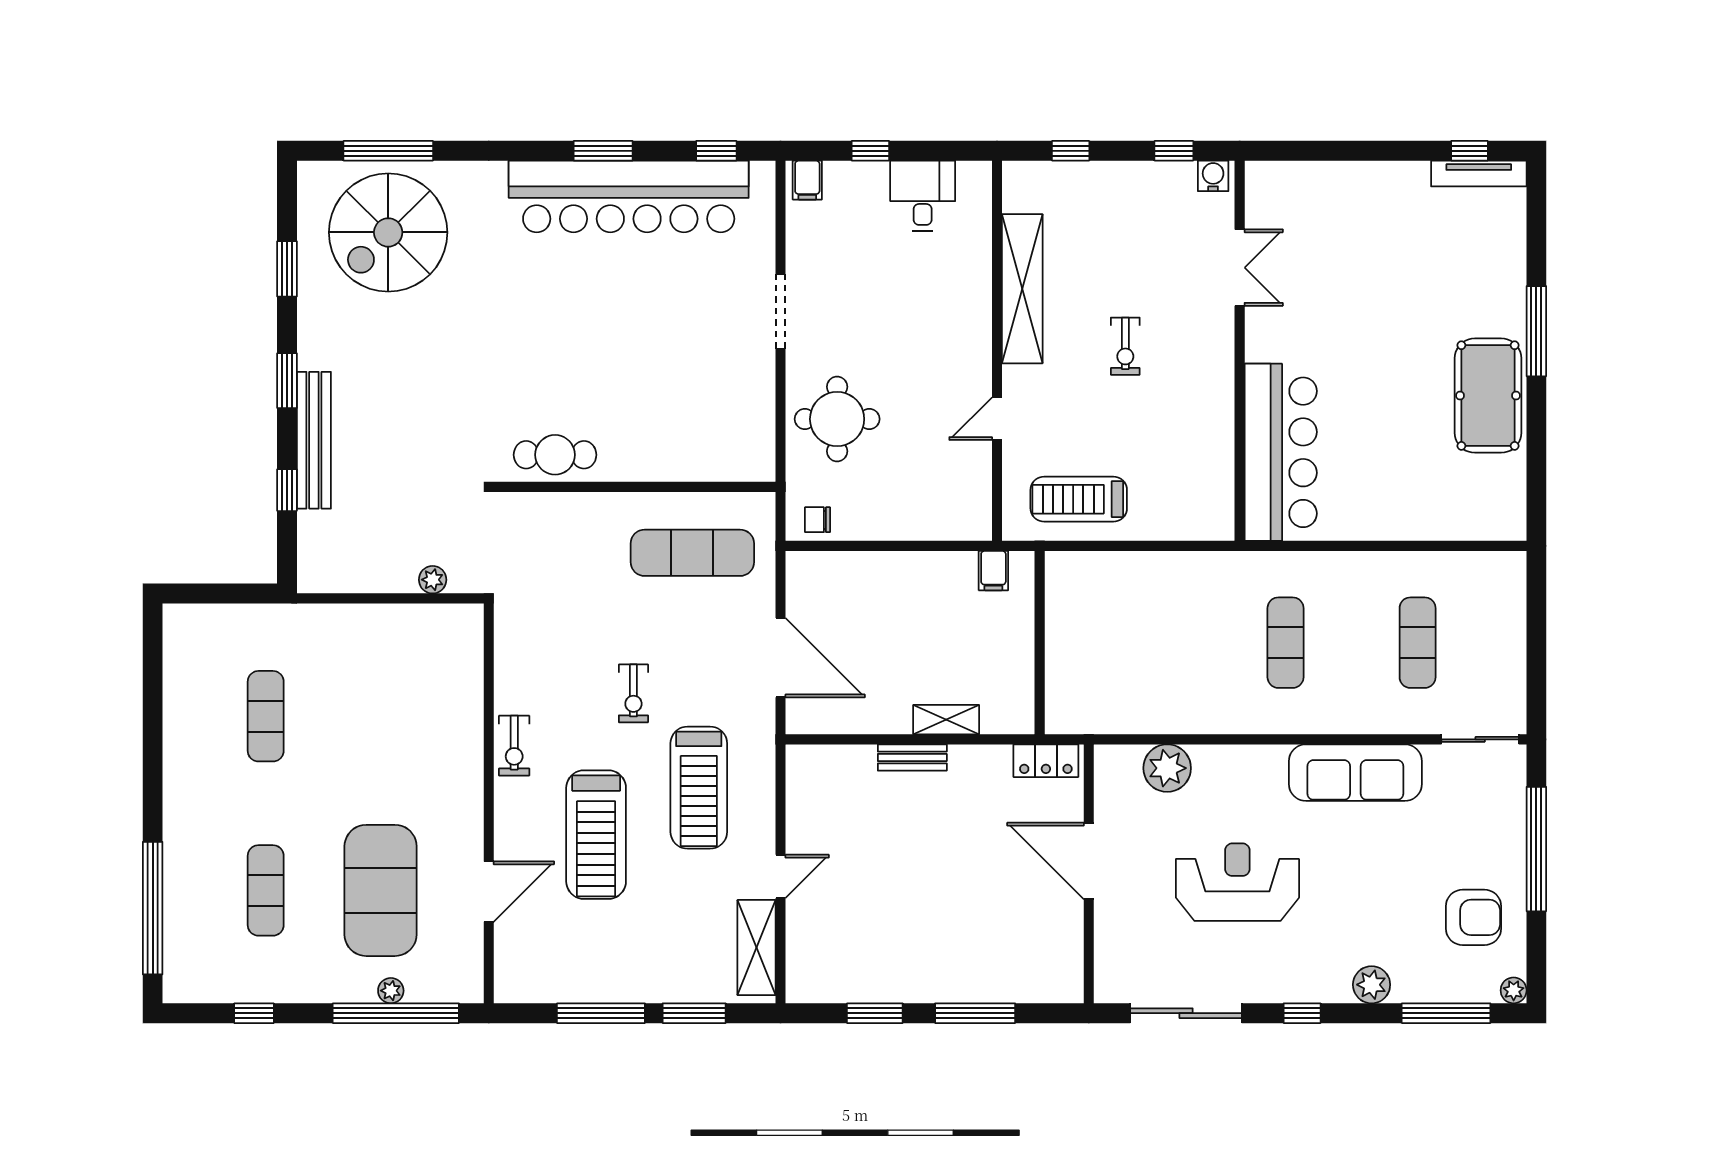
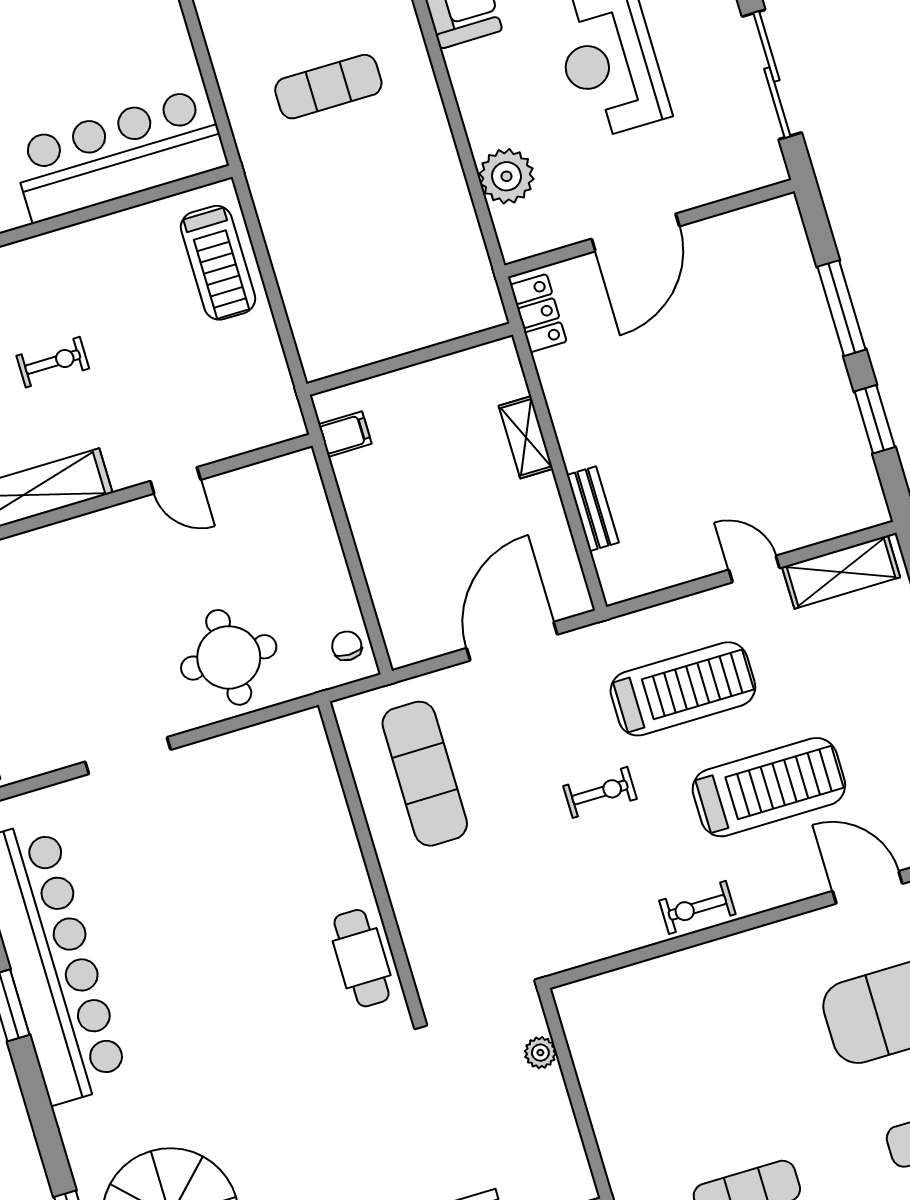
treadmill: (1079, 499) -> (218, 263), moved
chair: (817, 520) -> (347, 646), turned 180
exercise bike: (514, 746) -> (697, 907), turned 180
bench: (912, 757) -> (593, 509), moved

